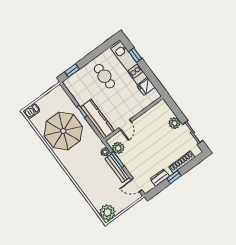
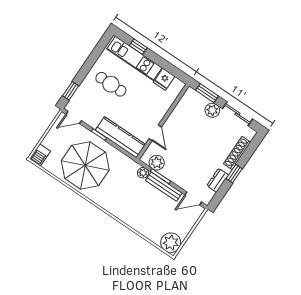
door: (67, 91) -> (74, 117), added
window: (175, 109) -> (207, 93), added

